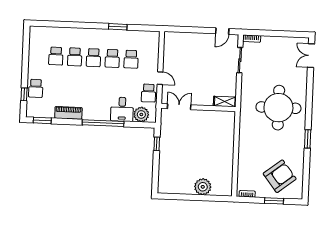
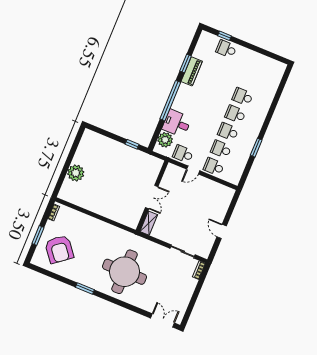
door: (222, 31) -> (222, 231), moved
school desk: (56, 56) -> (214, 167), moved
double door: (179, 107) -> (152, 197), moved
window: (42, 120) -> (186, 64), moved

